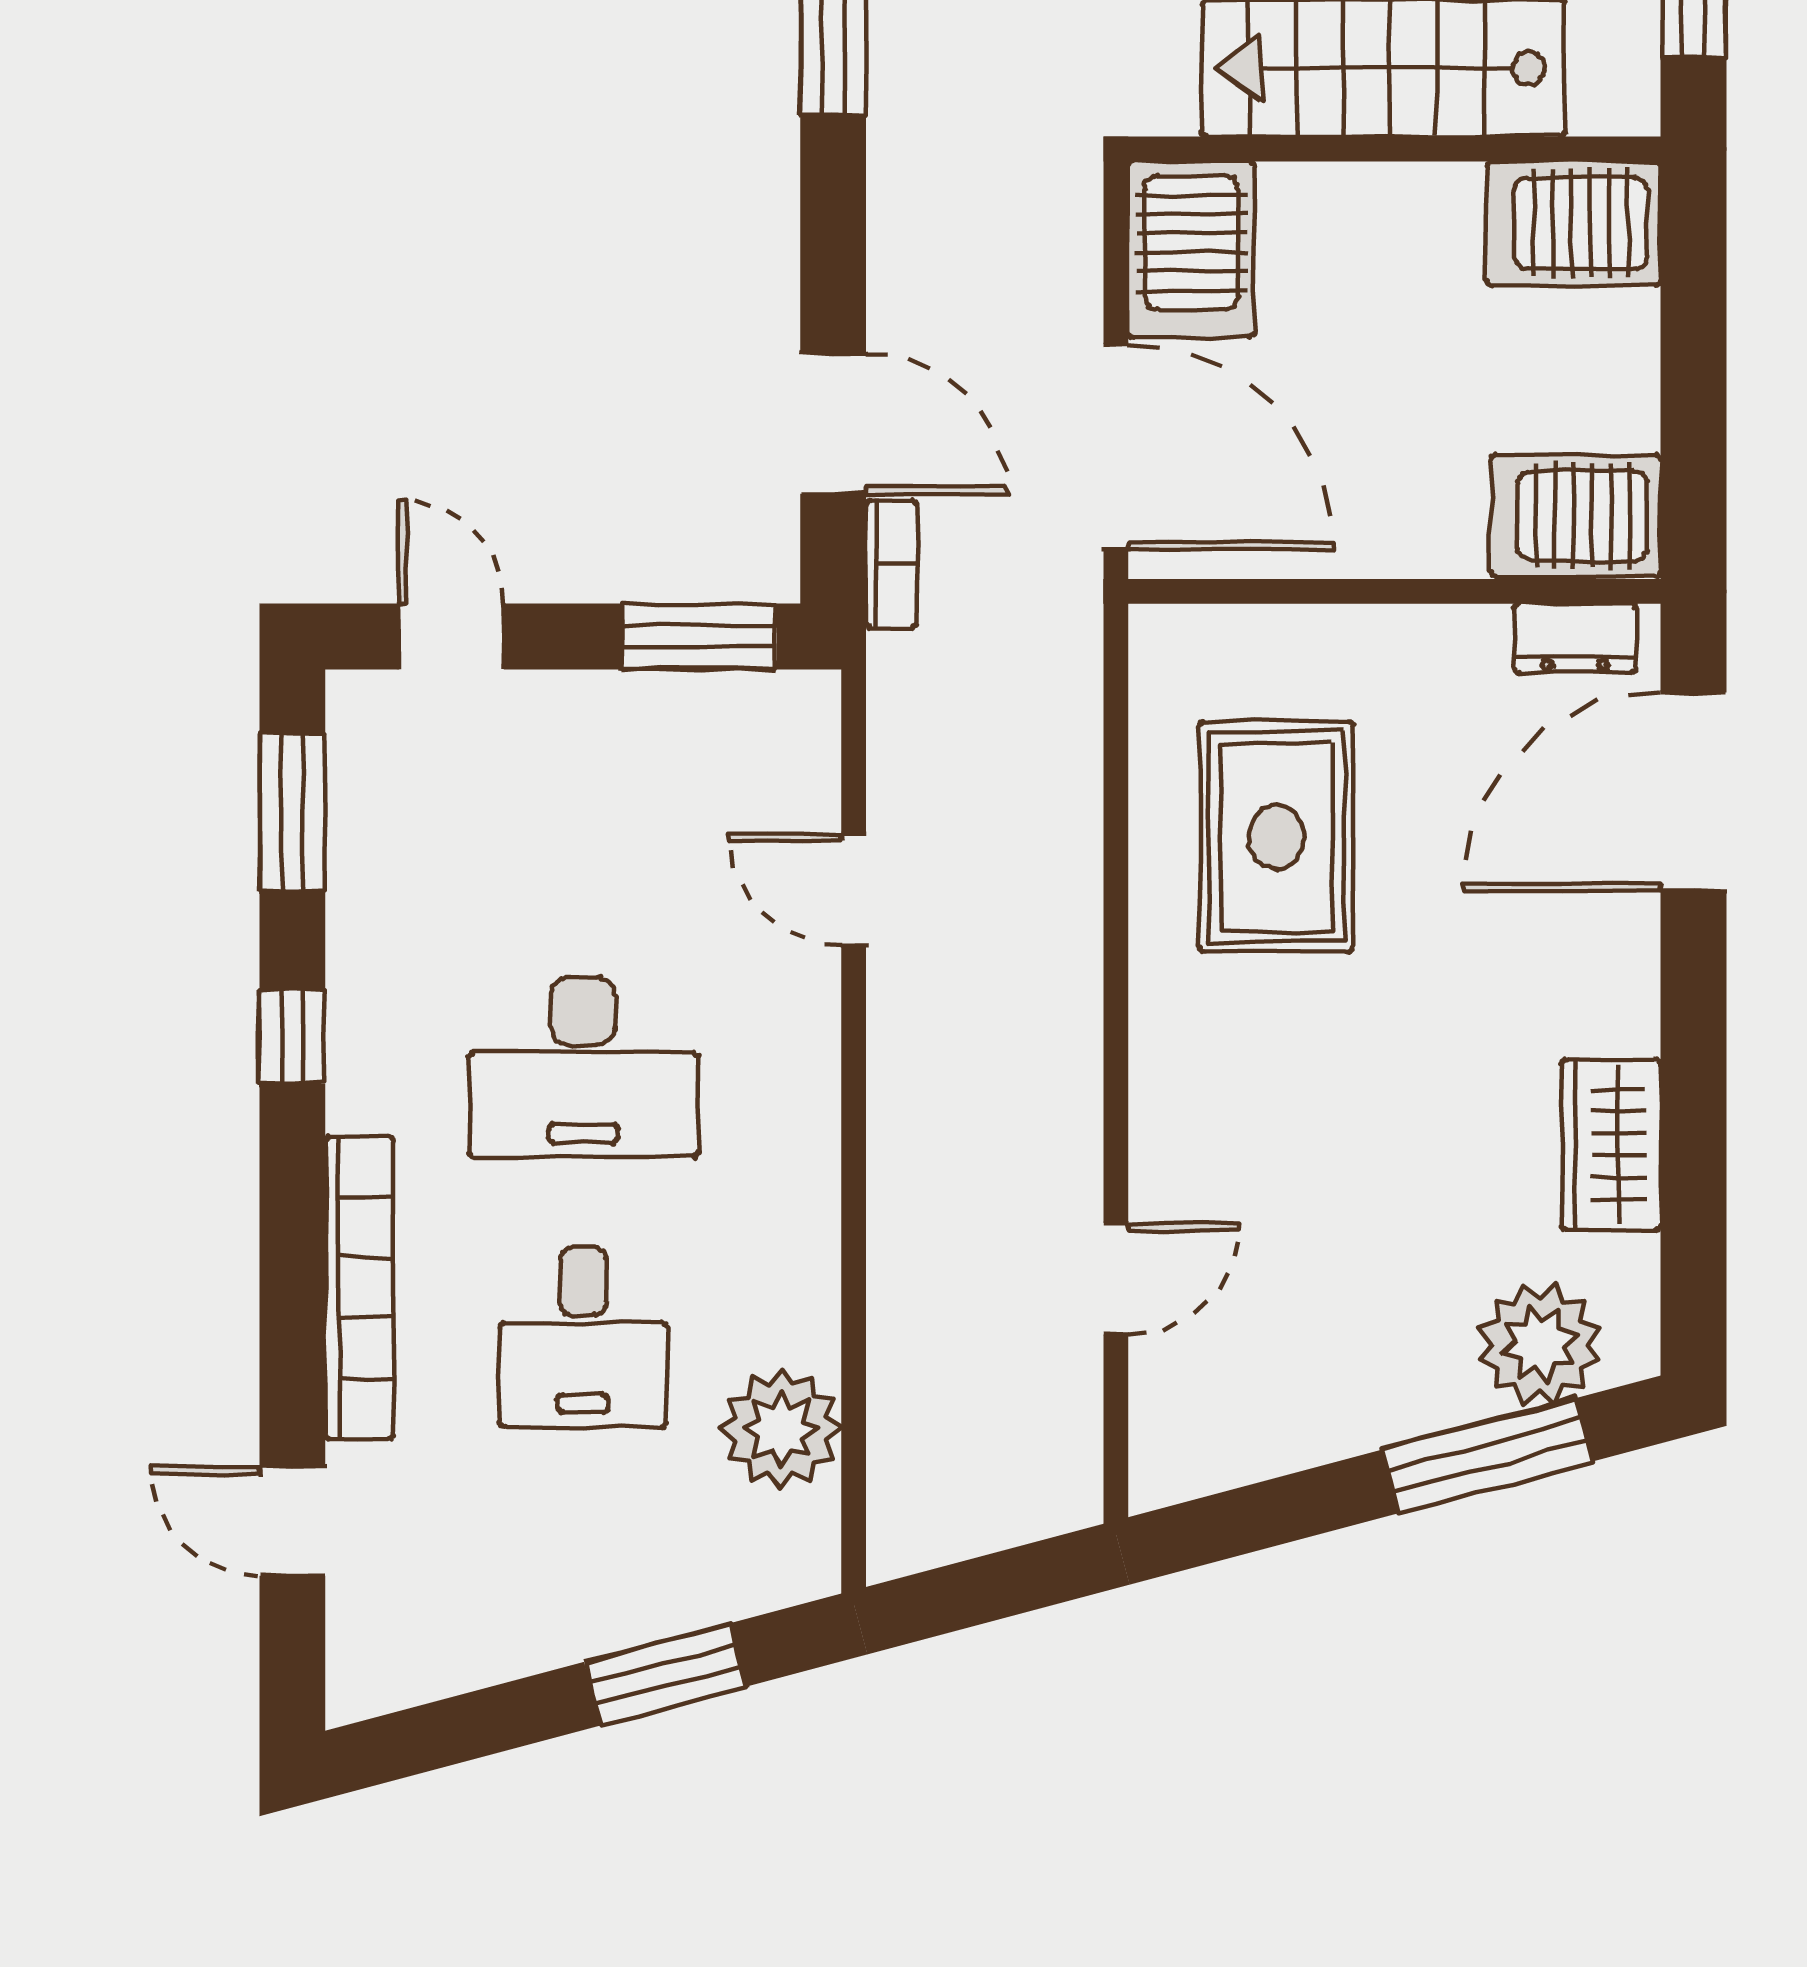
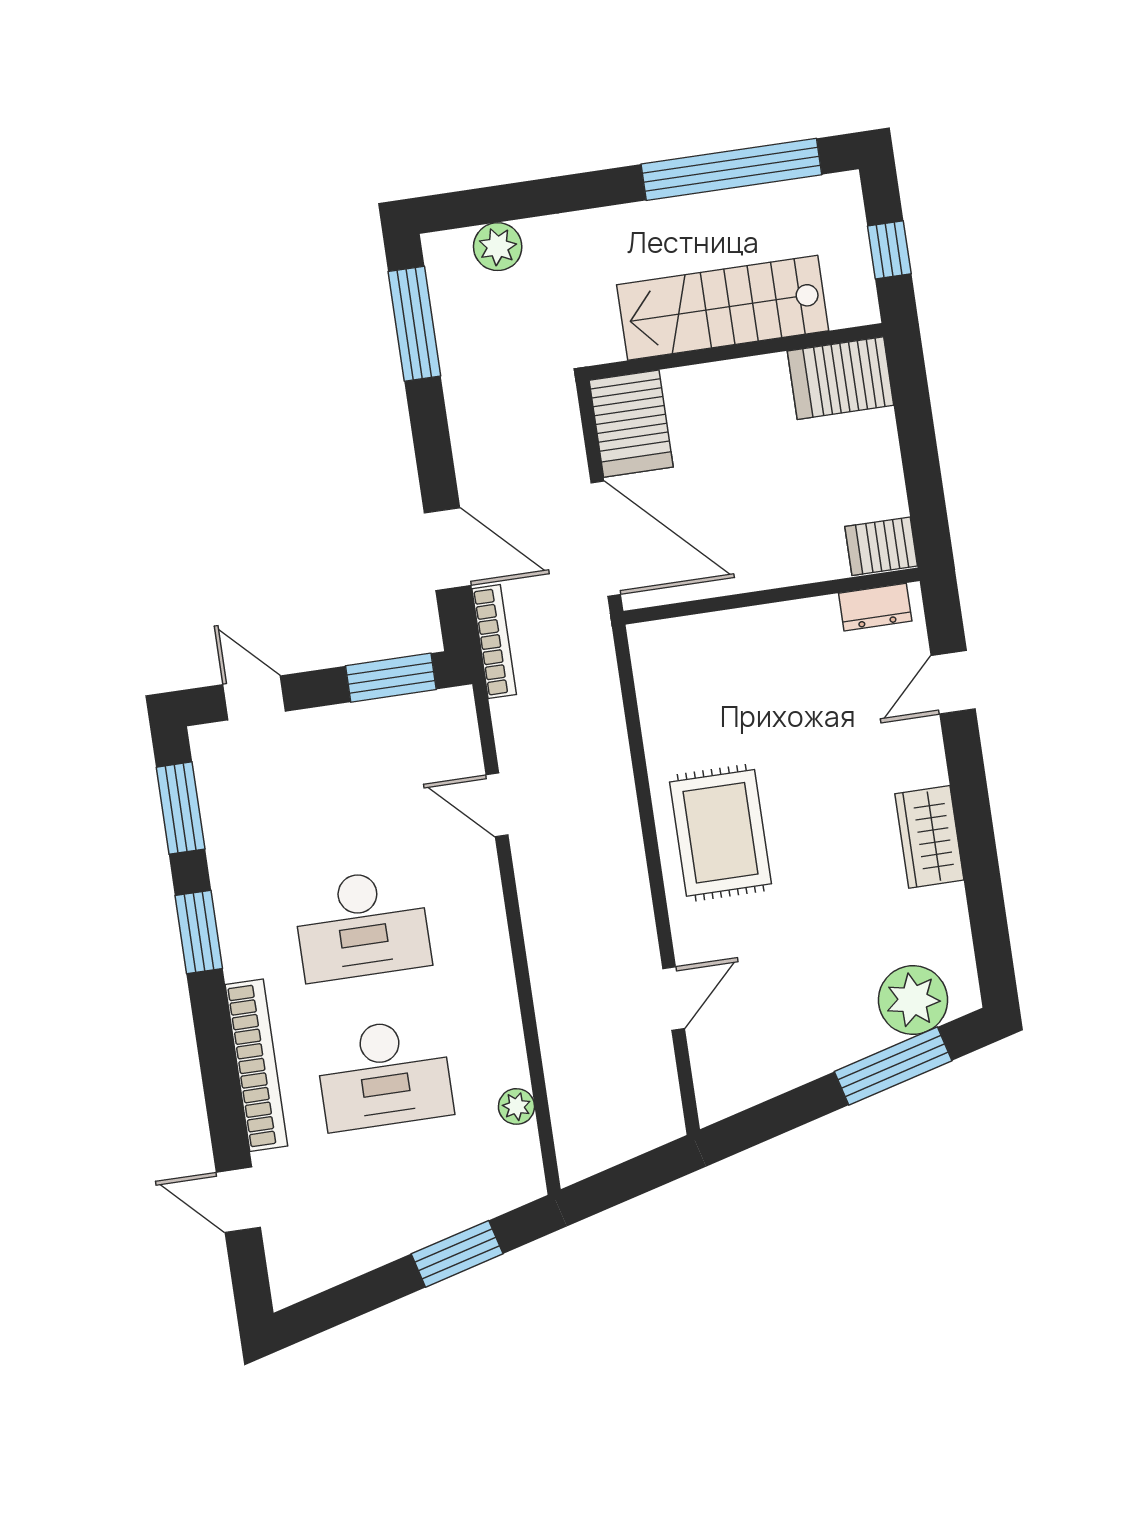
server rack: (1576, 516) -> (881, 546), width x0.73, depth x0.70
bookcase: (891, 564) -> (494, 642), width x1.56
door: (1694, 792) -> (953, 682), width x0.53
rug: (1276, 837) -> (721, 833), moved
window: (292, 1037) -> (199, 932), width x1.50
wardrobe: (1611, 1145) -> (929, 837), moved
desk: (583, 1337) -> (384, 1074), width x1.37
plant: (781, 1429) -> (516, 1106), width x0.53, depth x0.53

